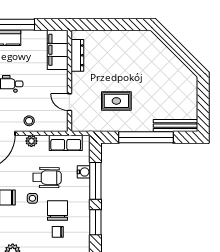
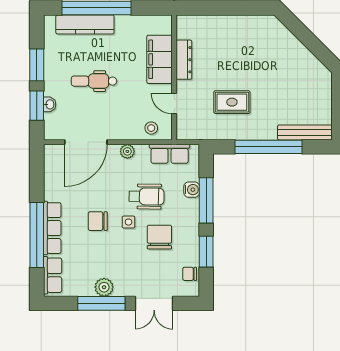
filing cabinet: (58, 50) -> (160, 59), moved
dresser: (77, 55) -> (184, 60), moved
stool: (29, 121) -> (151, 128), moved
chair: (58, 232) -> (190, 274), moved

